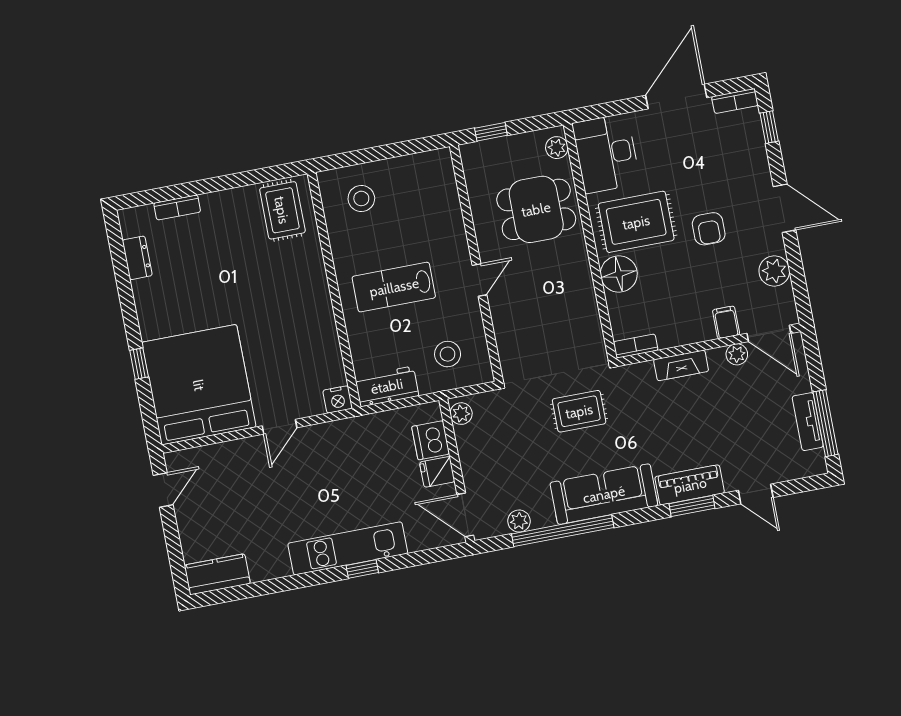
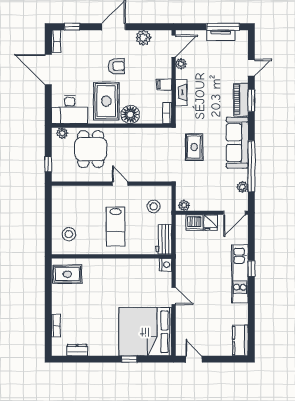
filing cabinet: (726, 322) -> (164, 85), moved

